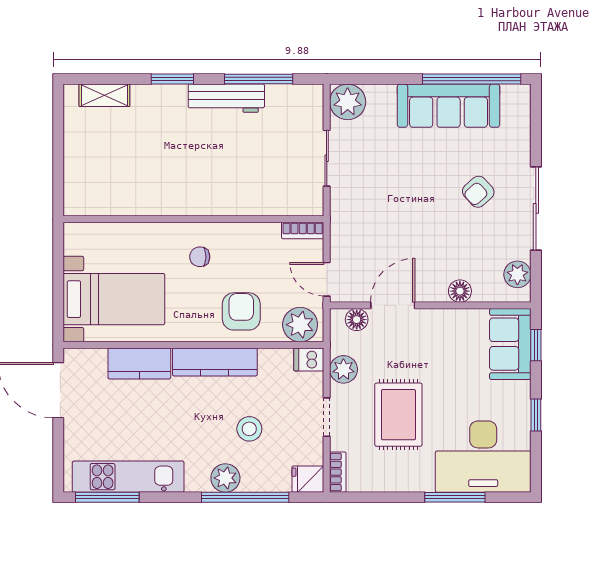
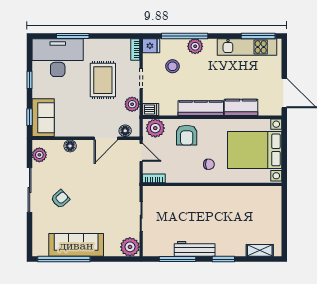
bed with nightstands: (114, 299) -> (255, 150), width x1.36
stool: (249, 429) -> (173, 66), moved

